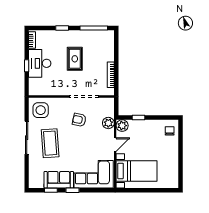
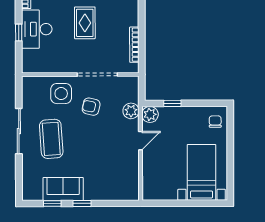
side table: (41, 110) -> (61, 94), moved
bed with nightstands: (137, 171) -> (202, 172), moved, turned -90
corner sofa: (94, 174) -> (111, 181), removed

